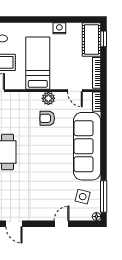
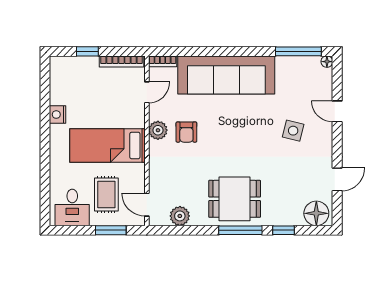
cot: (91, 39) -> (74, 69), removed
window: (104, 39) -> (87, 51), moved
side table: (83, 197) -> (293, 131), moved

